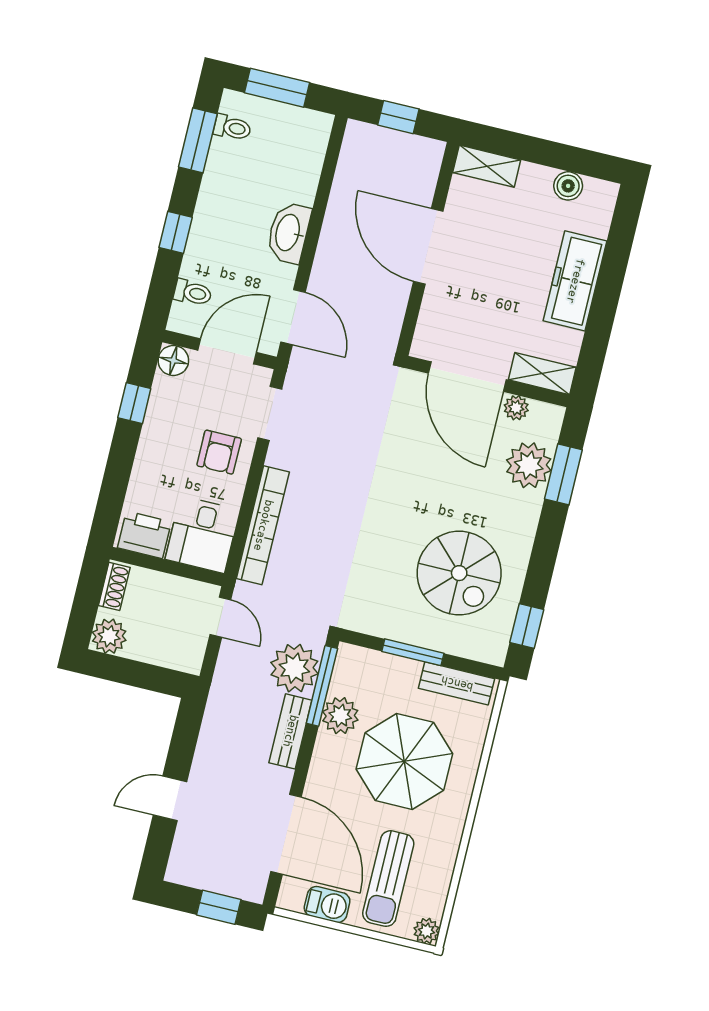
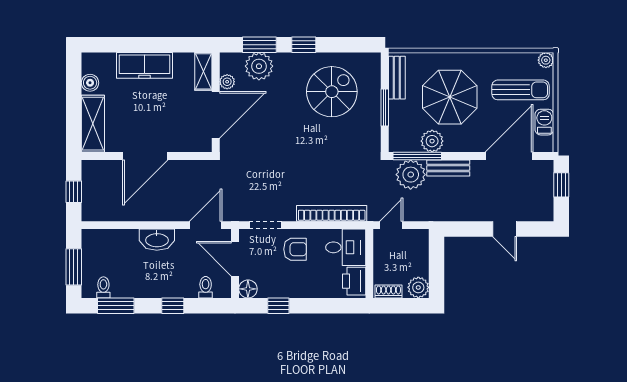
shelving: (487, 166) -> (93, 124), width x1.50, depth x1.33
window: (527, 626) -> (304, 45), moved

